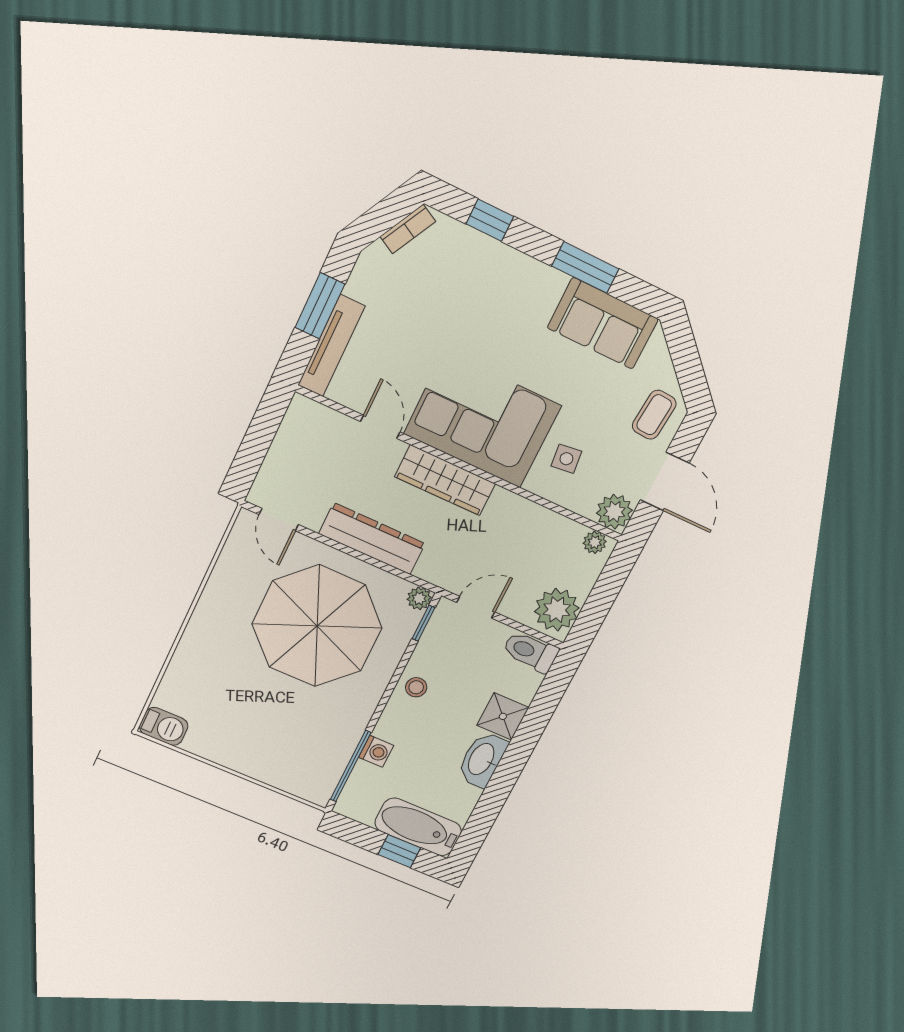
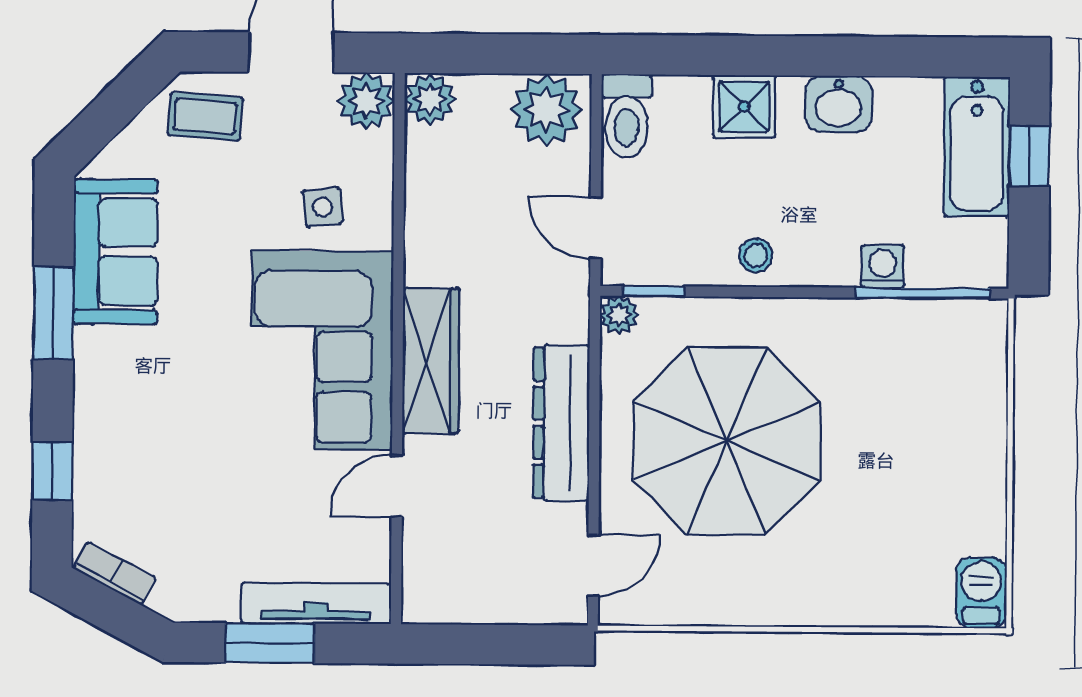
plant: (595, 542) -> (430, 99), width x1.38, depth x1.38
washbasin: (482, 759) -> (838, 104), width x0.72

